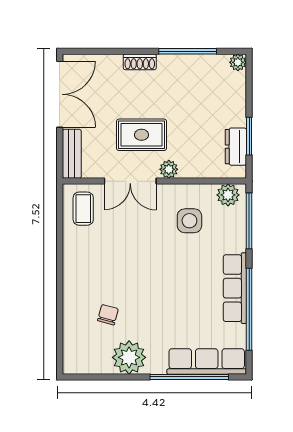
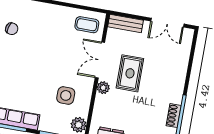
shoe rack: (140, 62) -> (174, 116), moved
double door: (60, 94) -> (167, 23), width x0.73

